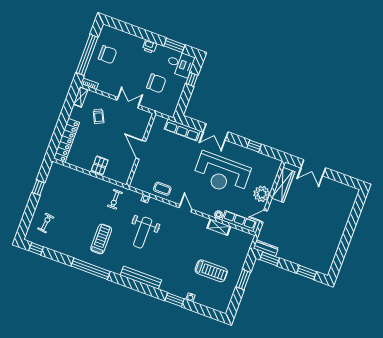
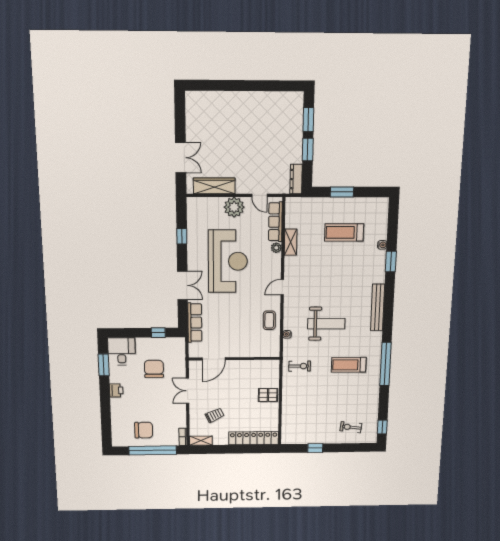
chair: (108, 55) -> (144, 430), turned 90
window: (192, 79) -> (158, 333), moved
door: (141, 150) -> (214, 359), moved
window: (270, 259) -> (308, 150), moved
treadmill: (211, 271) -> (344, 232), turned -90

